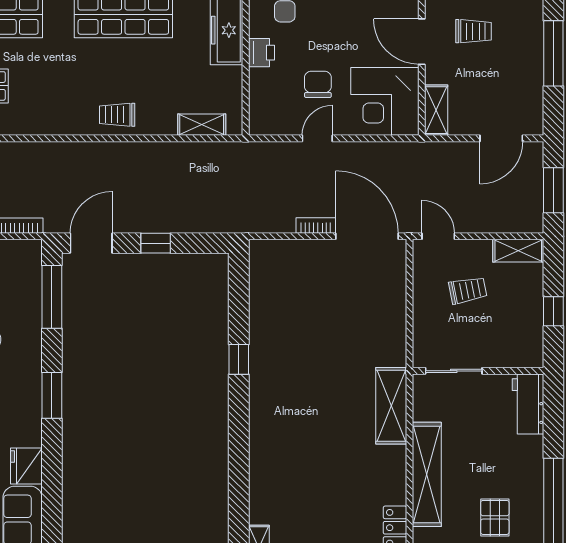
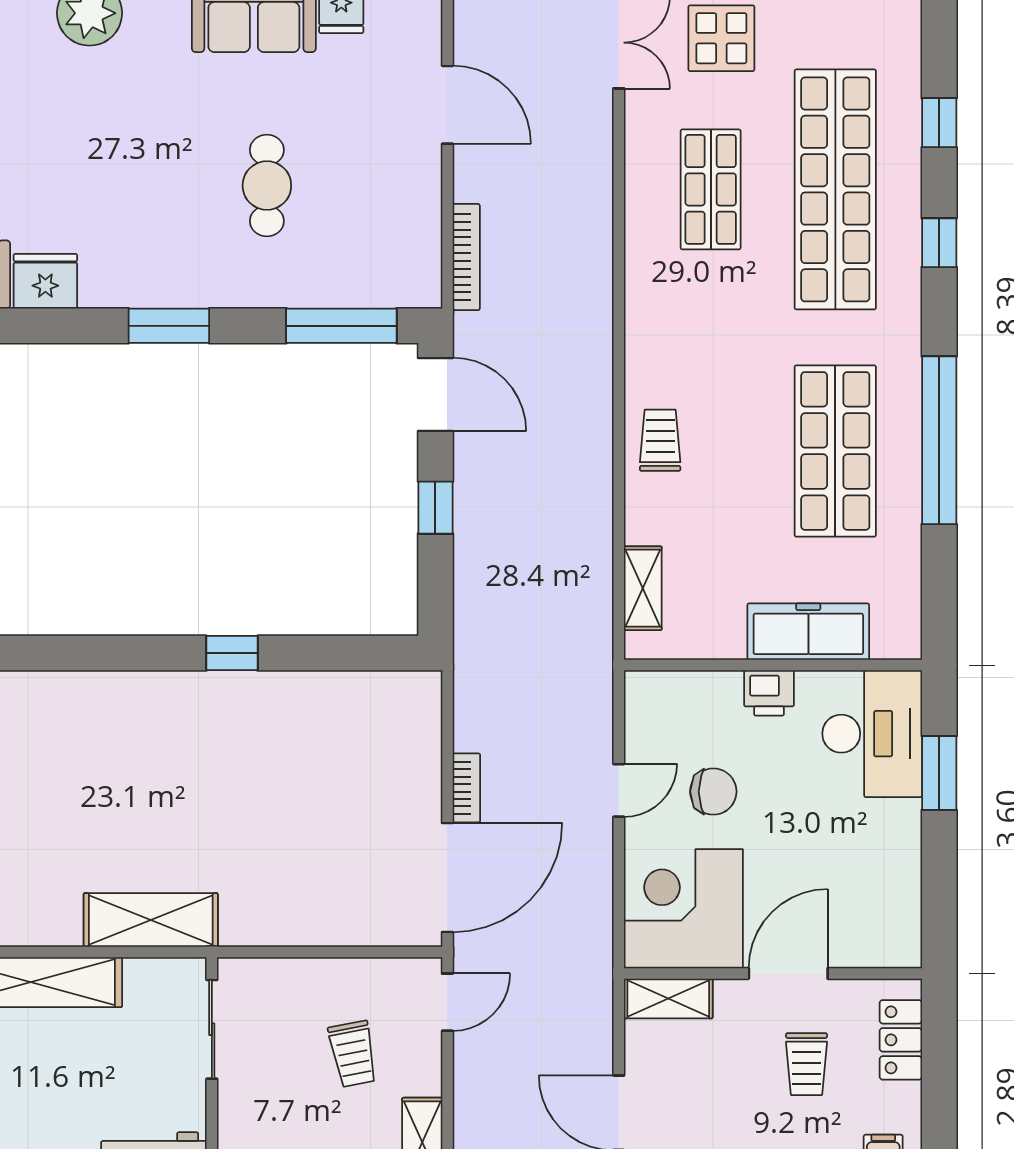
door: (317, 138) -> (619, 790), hinge flipped

